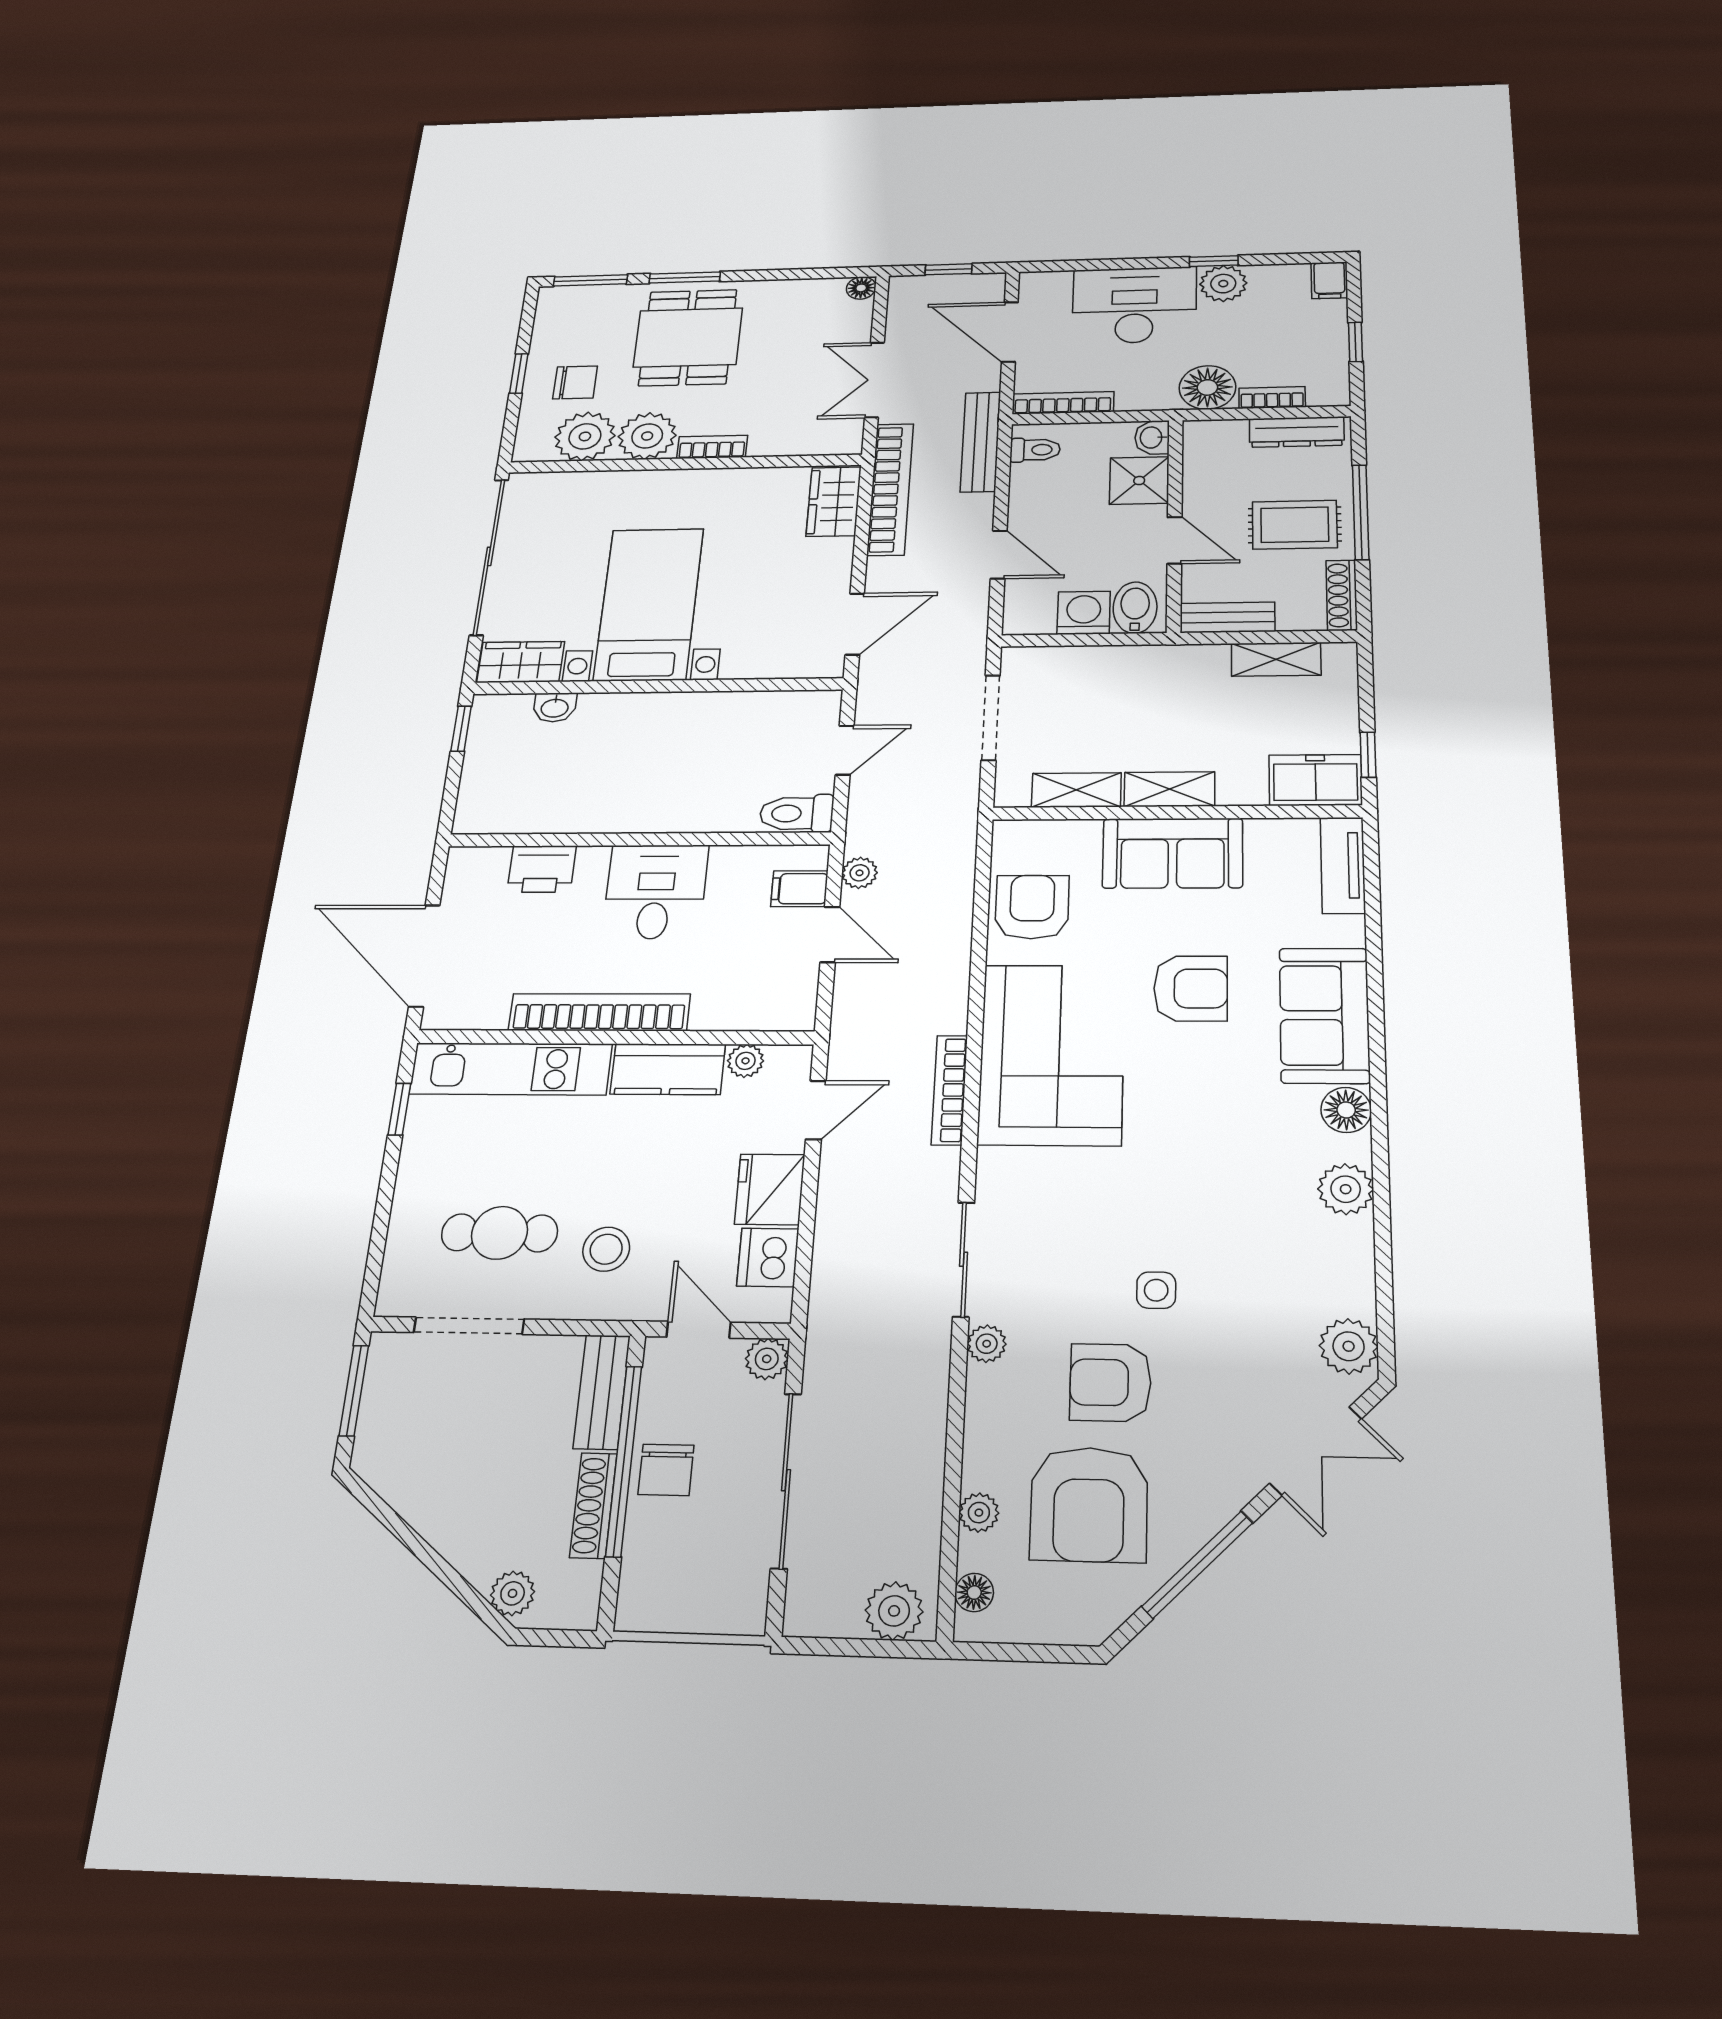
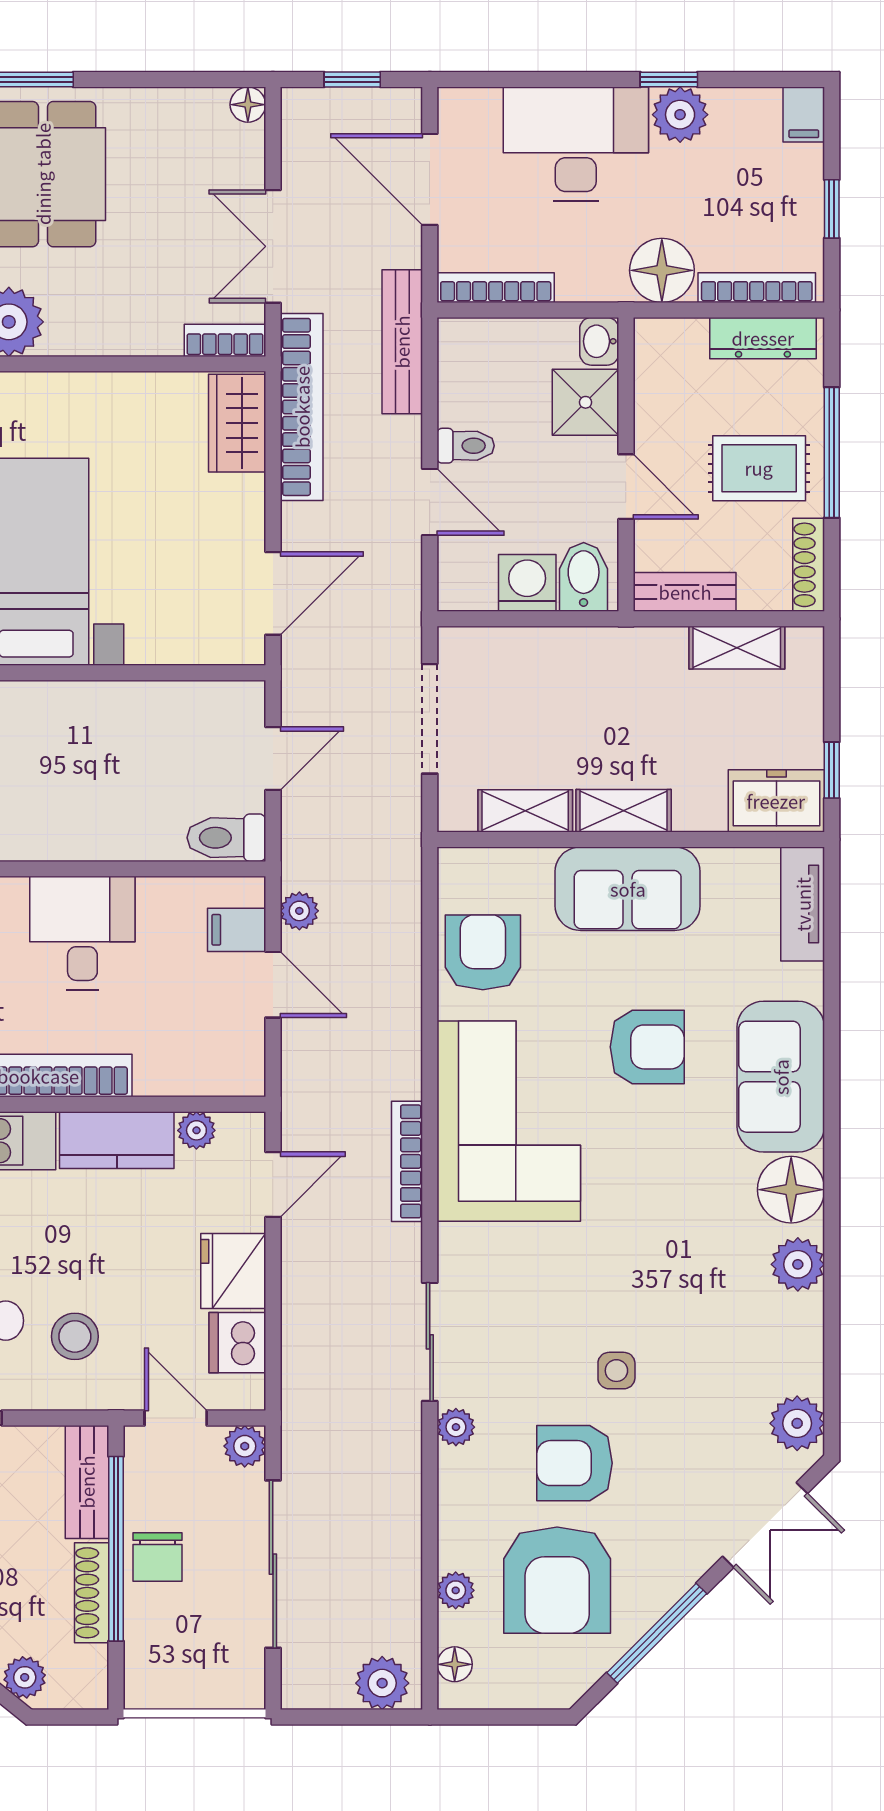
bookcase: (1272, 398) -> (757, 288), width x1.56
bookcase: (712, 447) -> (225, 340), moved
toilet: (1035, 450) -> (466, 446), moved
floor lamp: (1346, 1110) -> (791, 1190), width x1.38, depth x1.38

